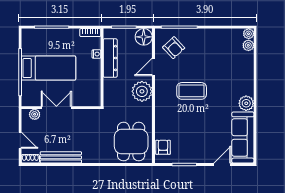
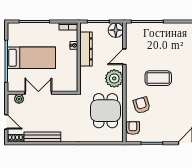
armchair: (174, 48) -> (142, 105), moved, turned -153
dining table: (131, 142) -> (106, 111), moved

